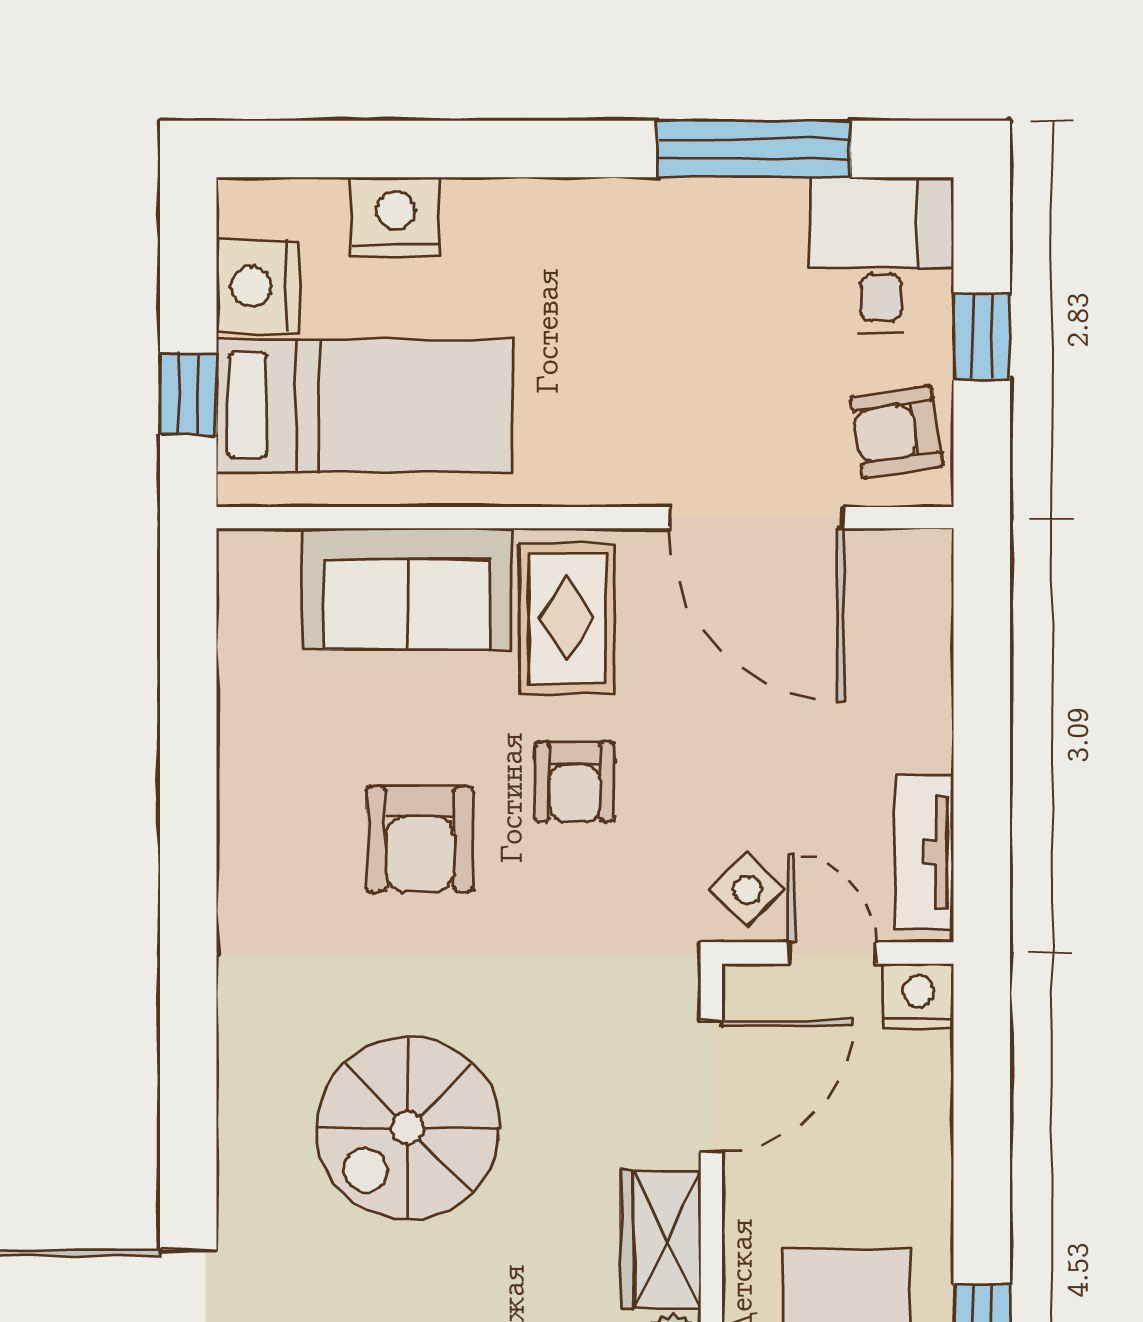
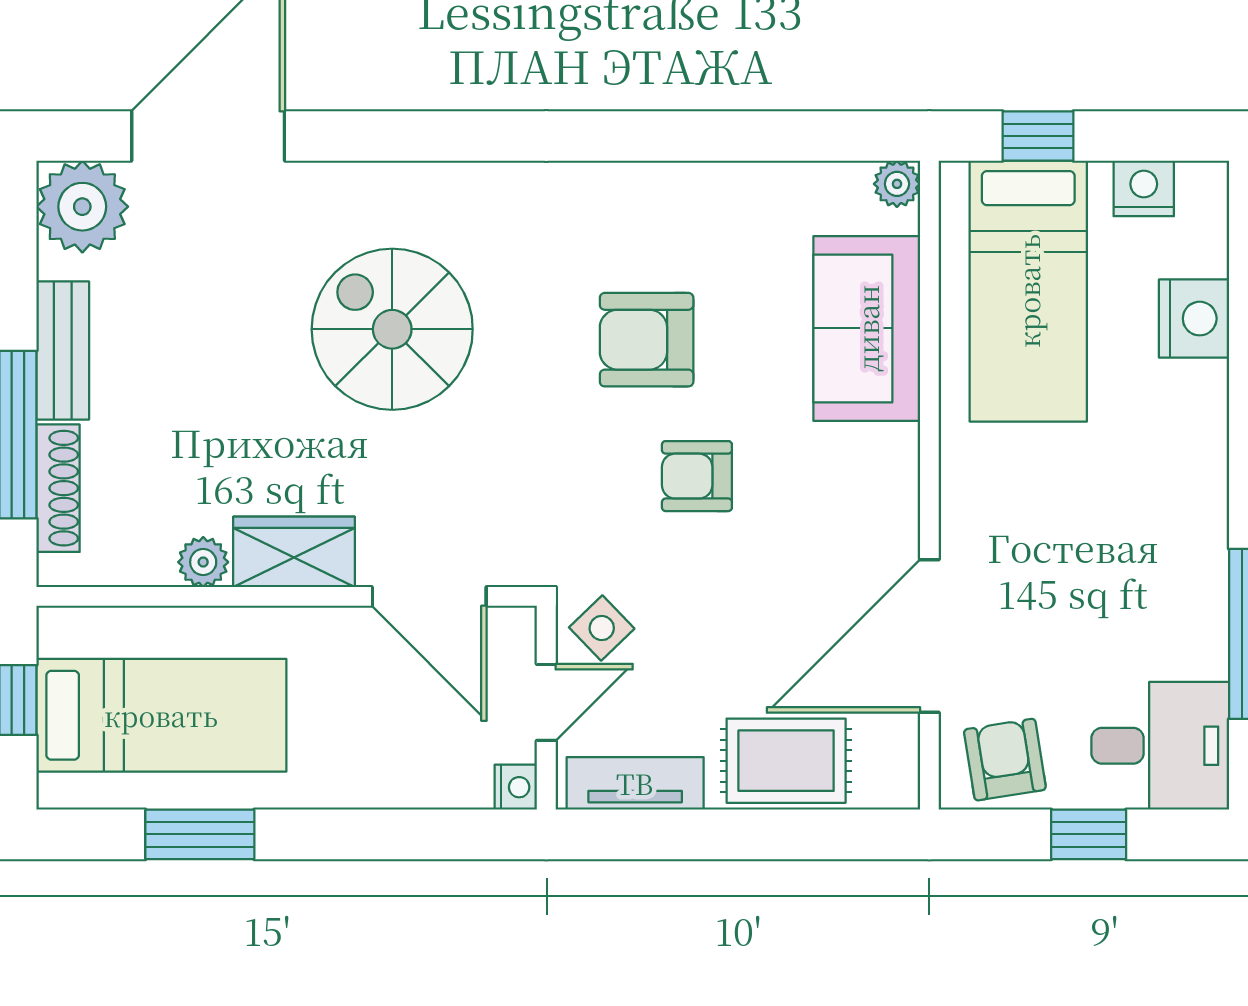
nightstand: (258, 286) -> (1144, 188), width x0.74, depth x0.75
plant: (243, 554) -> (897, 184), added
rug: (567, 618) -> (786, 761), moved
nightstand: (918, 996) -> (516, 787), width x0.72, depth x0.74

